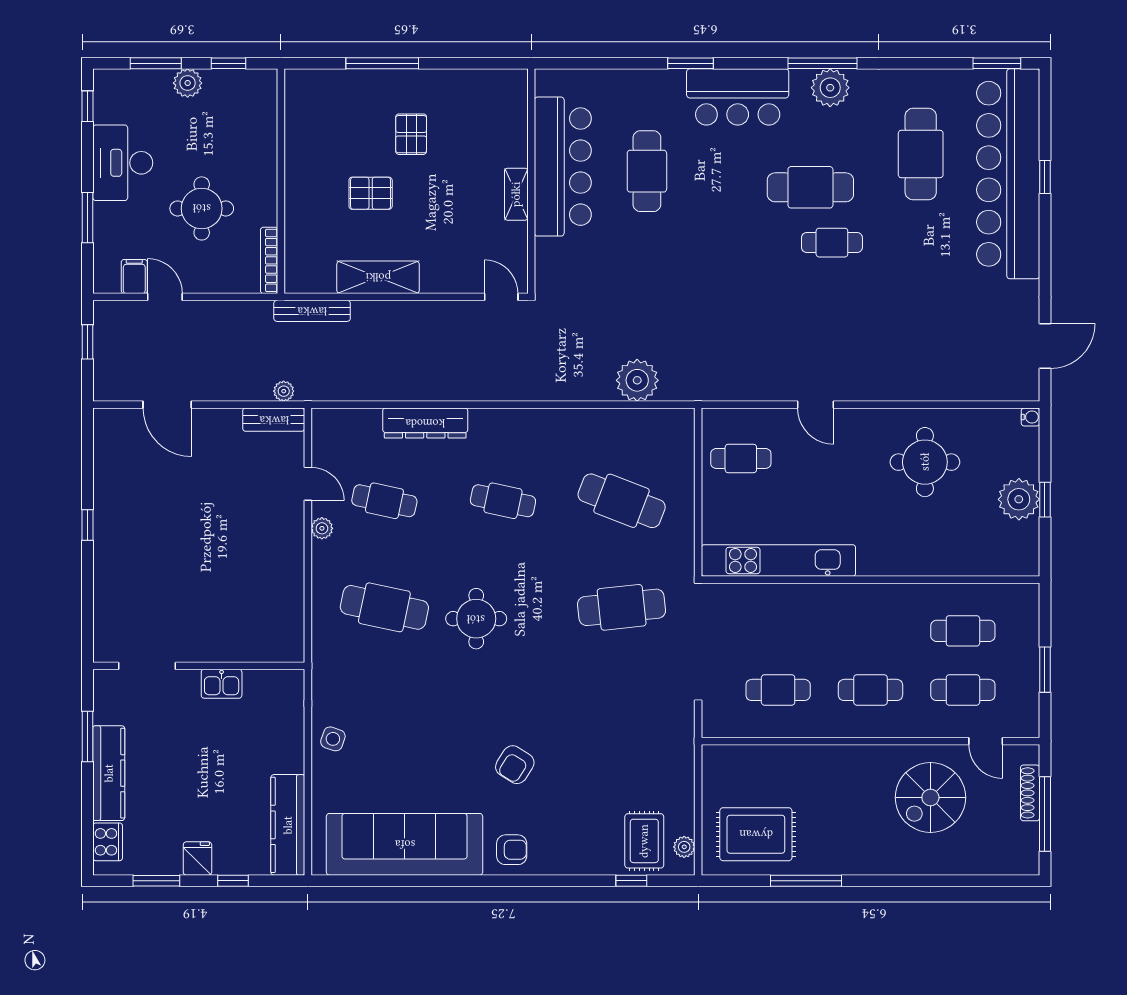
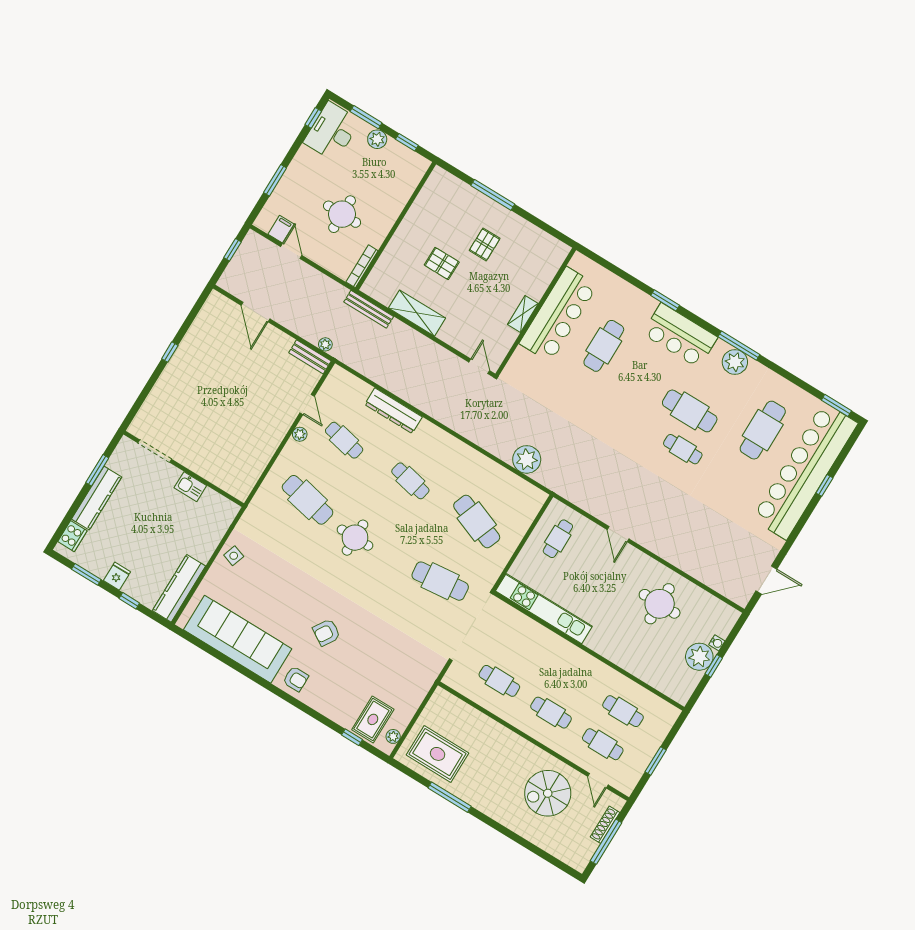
desk: (123, 163) -> (332, 132), moved
water cooler: (1030, 417) -> (717, 643), moved
cafe table: (741, 458) -> (558, 539), turned 90

